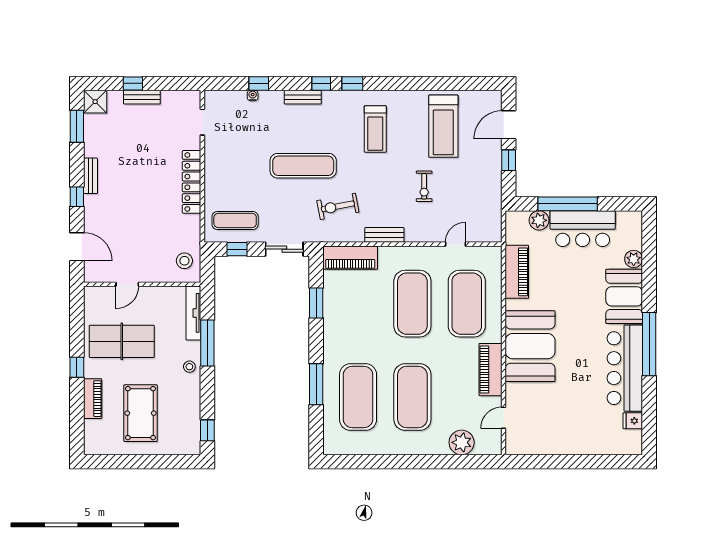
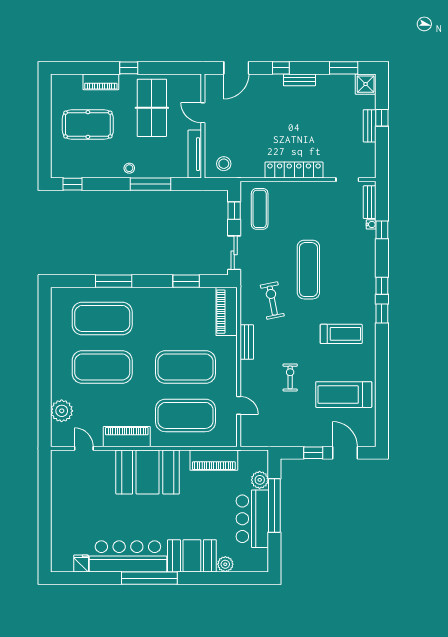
bench: (303, 97) -> (370, 202), moved
treadmill: (375, 129) -> (341, 334), turned 180
exercise bike: (424, 186) -> (290, 377), turned 90
tv unit: (193, 313) -> (195, 154), moved, turned -90

